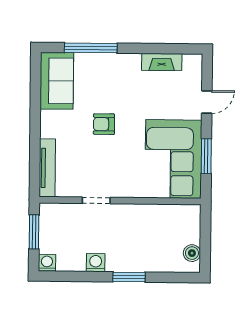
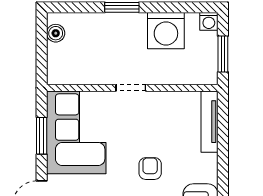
armchair: (104, 124) -> (150, 169), turned -90
doorway: (96, 200) -> (131, 88), moved
washing machine: (96, 263) -> (166, 31), width x1.89, depth x1.89

